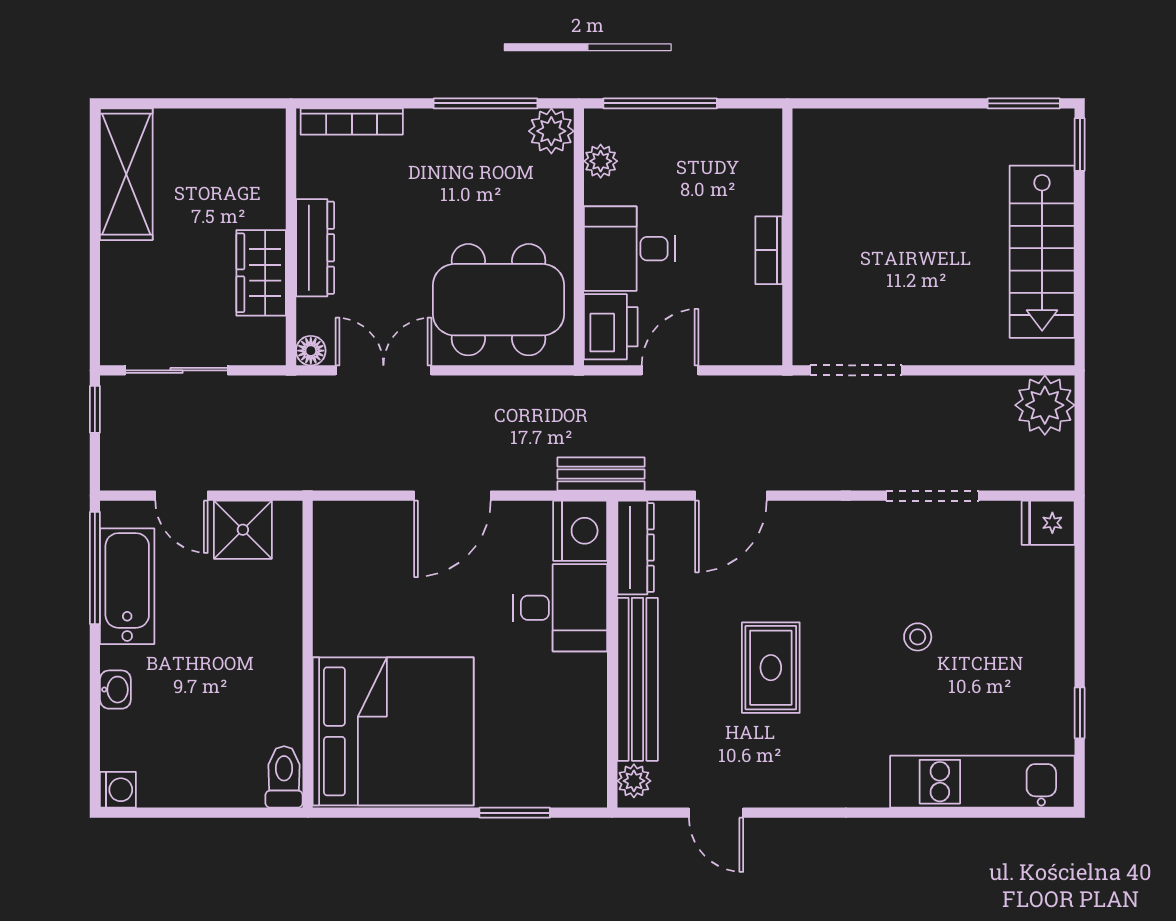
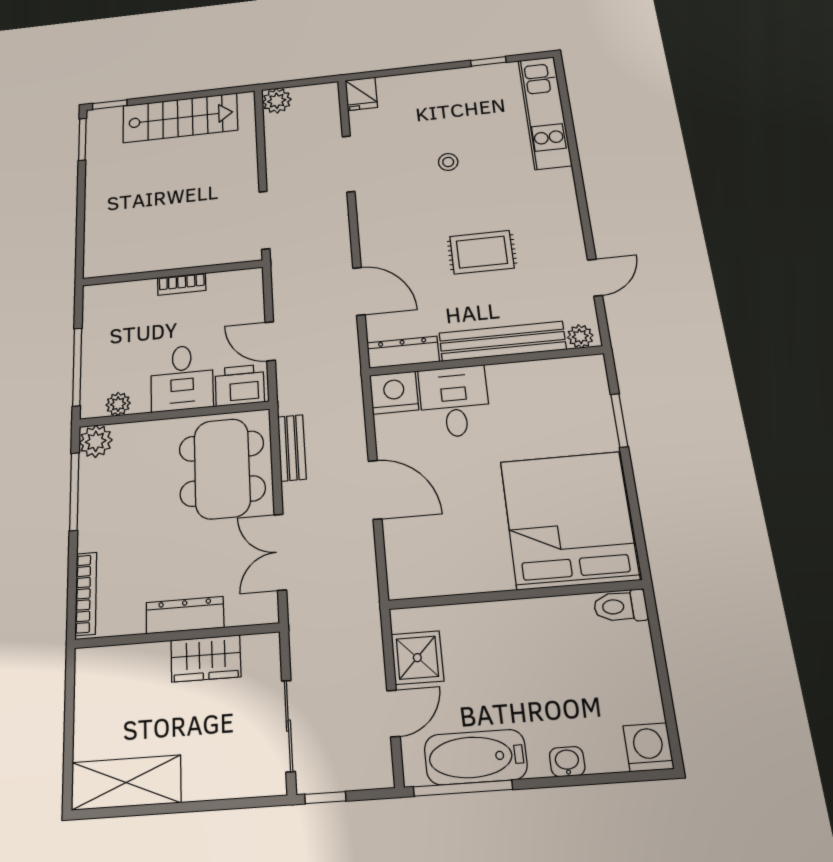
floor lamp: (311, 351) -> (267, 612), removed
plant: (1045, 405) -> (277, 101), width x0.73, depth x0.73
bench: (601, 474) -> (292, 448), moved
washing machine: (118, 790) -> (648, 747), width x1.38, depth x1.38

